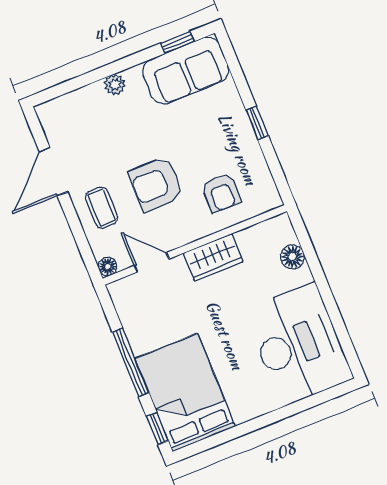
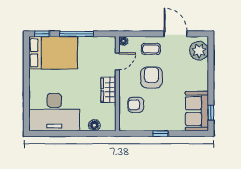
plant: (115, 85) -> (199, 51), moved, width x1.87, depth x1.87

